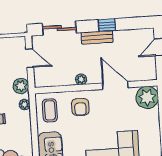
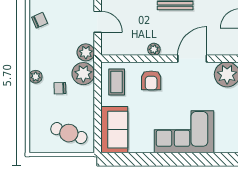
door: (115, 85) -> (192, 59), hinge flipped
plant: (25, 105) -> (83, 74), width x1.87, depth x1.87

